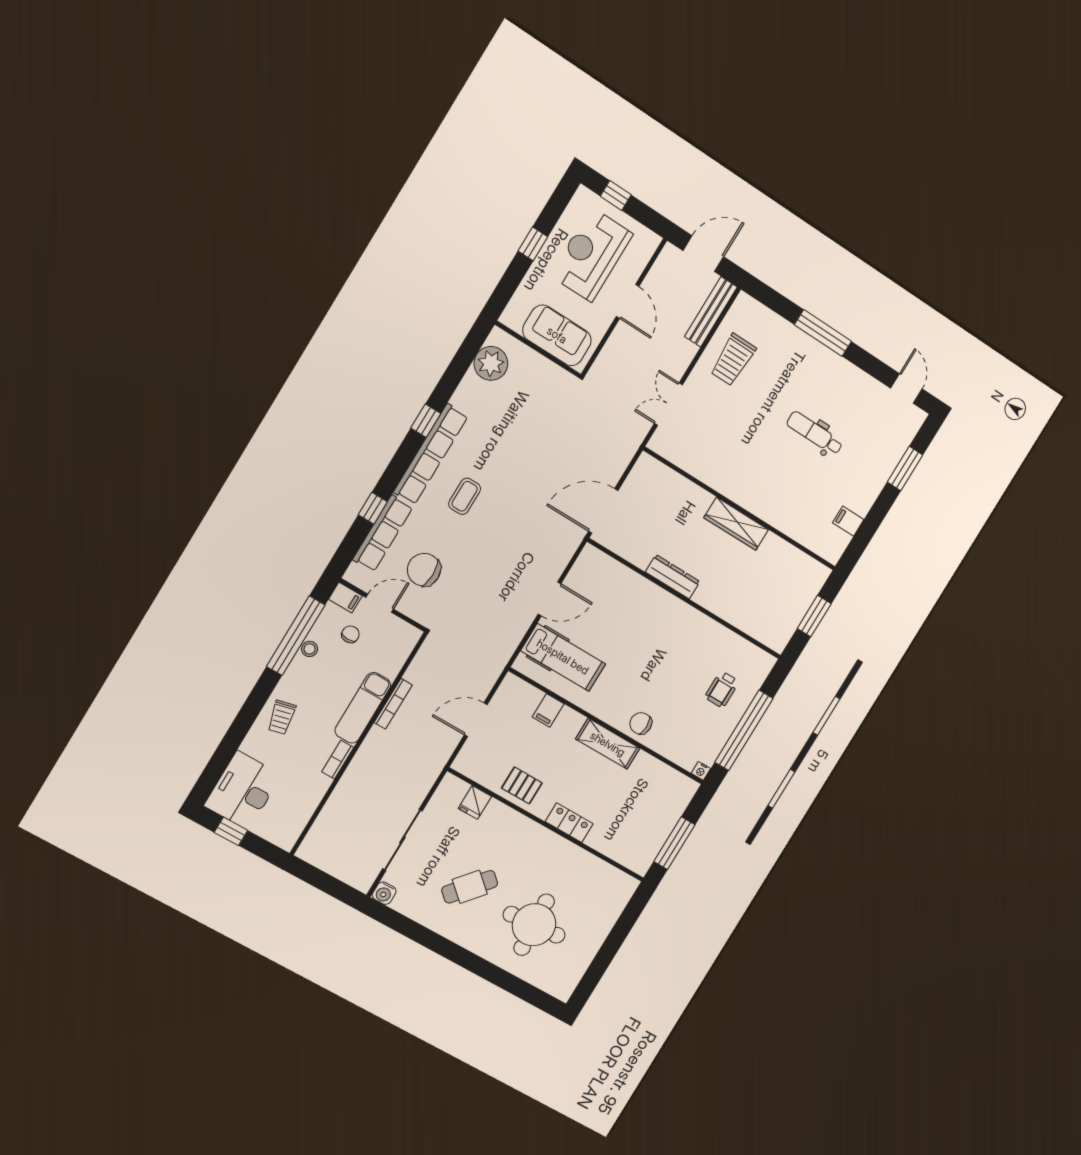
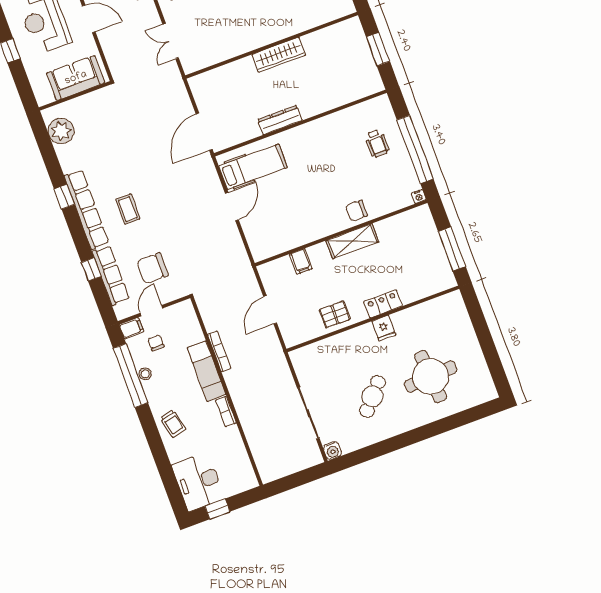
hospital bed: (563, 657) -> (253, 167), moved
fridge: (475, 802) -> (384, 328), moved

